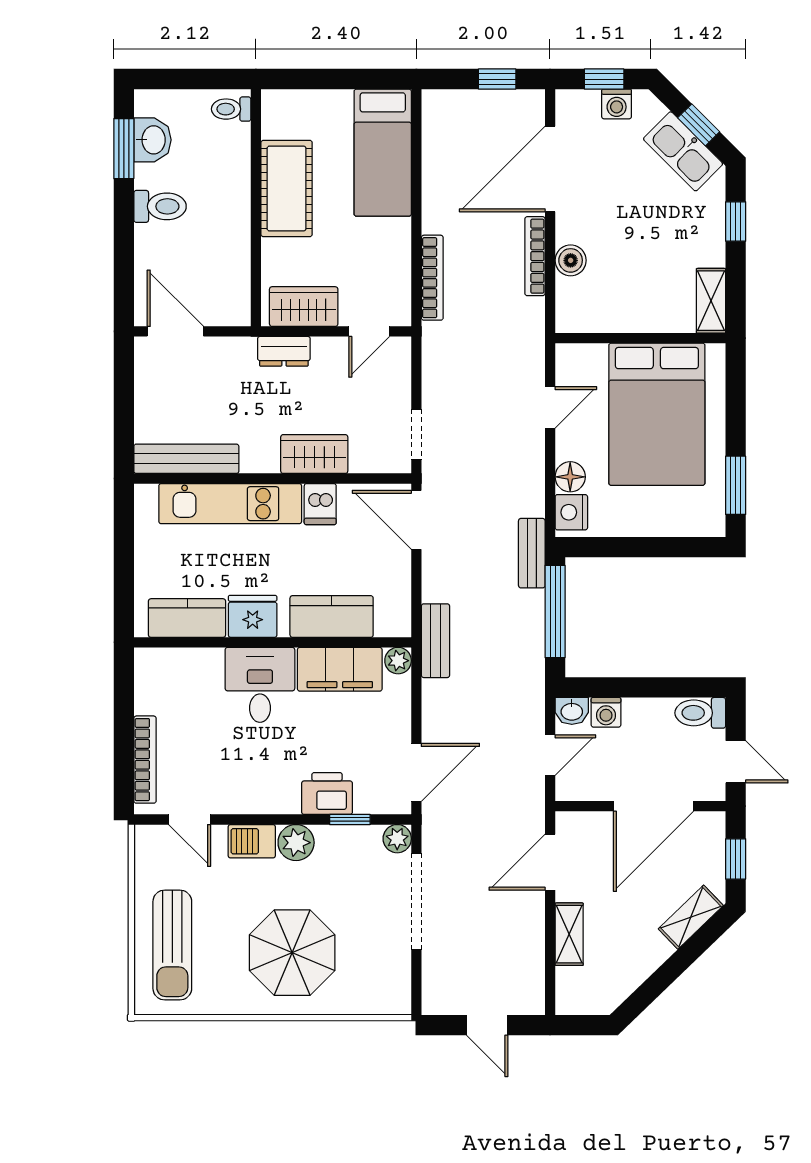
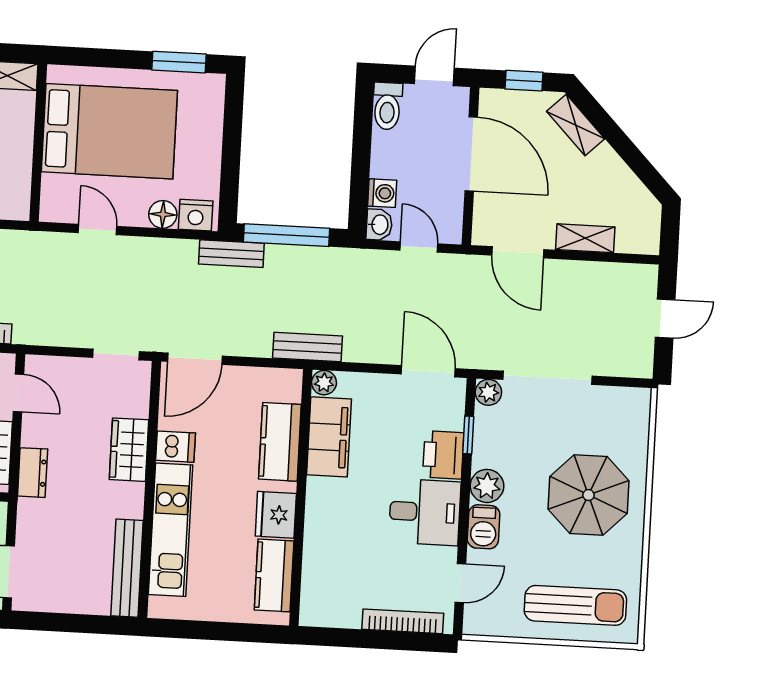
desk: (260, 685) -> (425, 512), moved, turned 180

